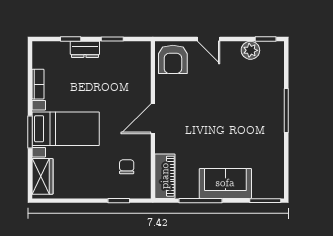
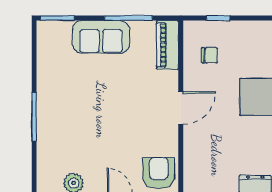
chair: (127, 167) -> (209, 55), turned -90

